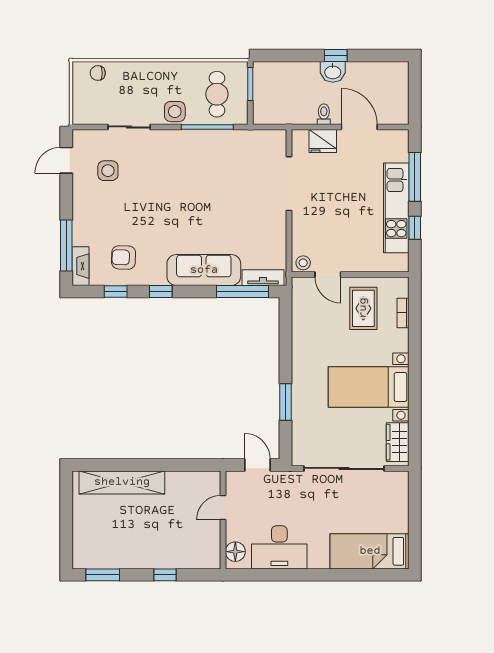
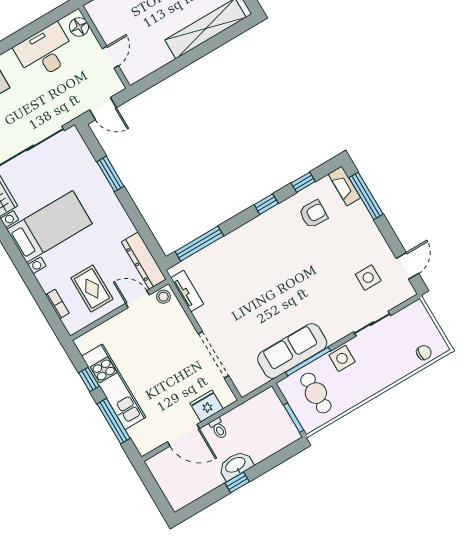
washbasin: (333, 72) -> (236, 465), width x1.38
sofa: (204, 270) -> (292, 351), moved, turned 180
tv unit: (263, 278) -> (187, 291), moved, turned -90
dresser: (302, 306) -> (144, 261), added

